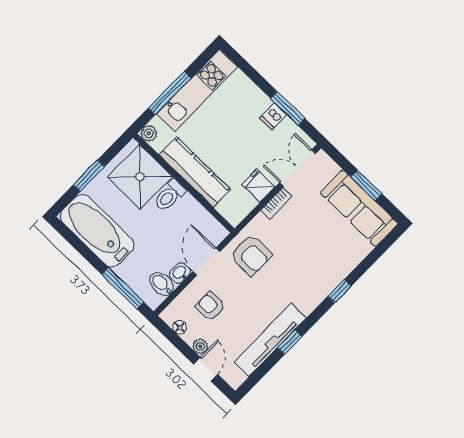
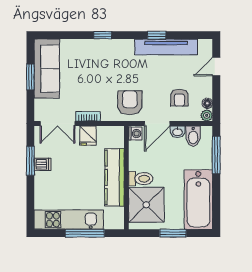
plant: (149, 133) -> (118, 223), removed
washing machine: (217, 232) -> (135, 134), added
plant: (200, 346) -> (207, 115), moved

